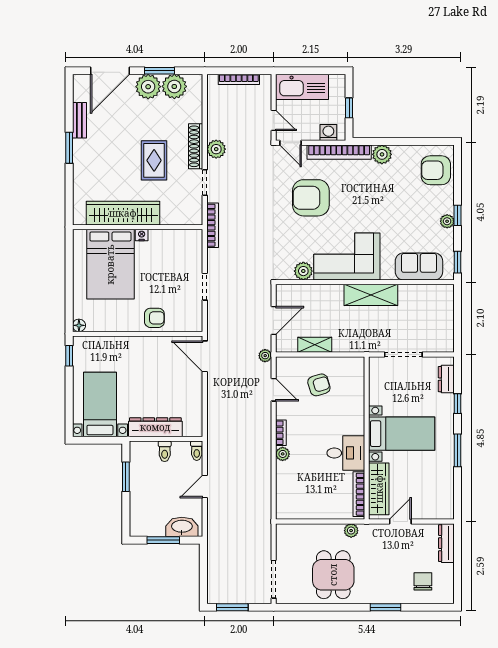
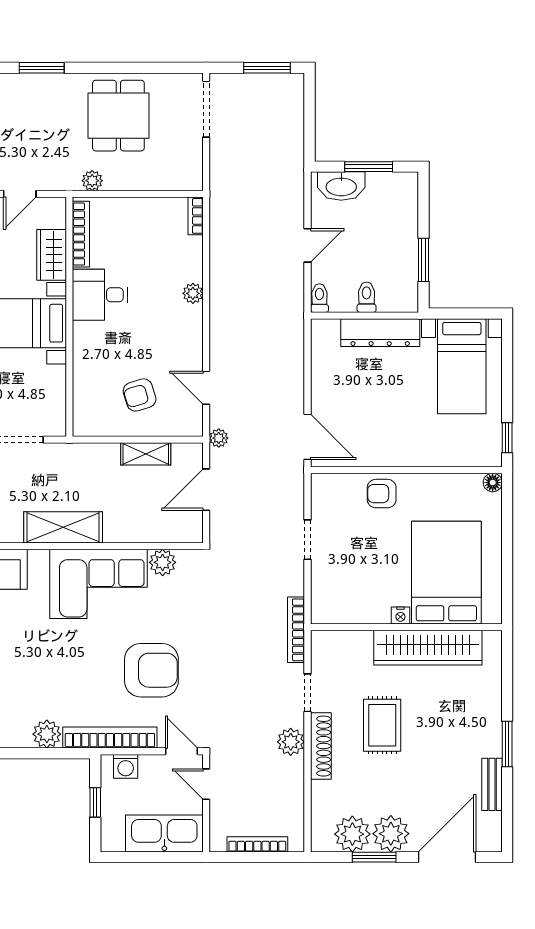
bookcase: (281, 433) -> (196, 216), moved
wardrobe: (379, 489) -> (52, 255), width x0.67

